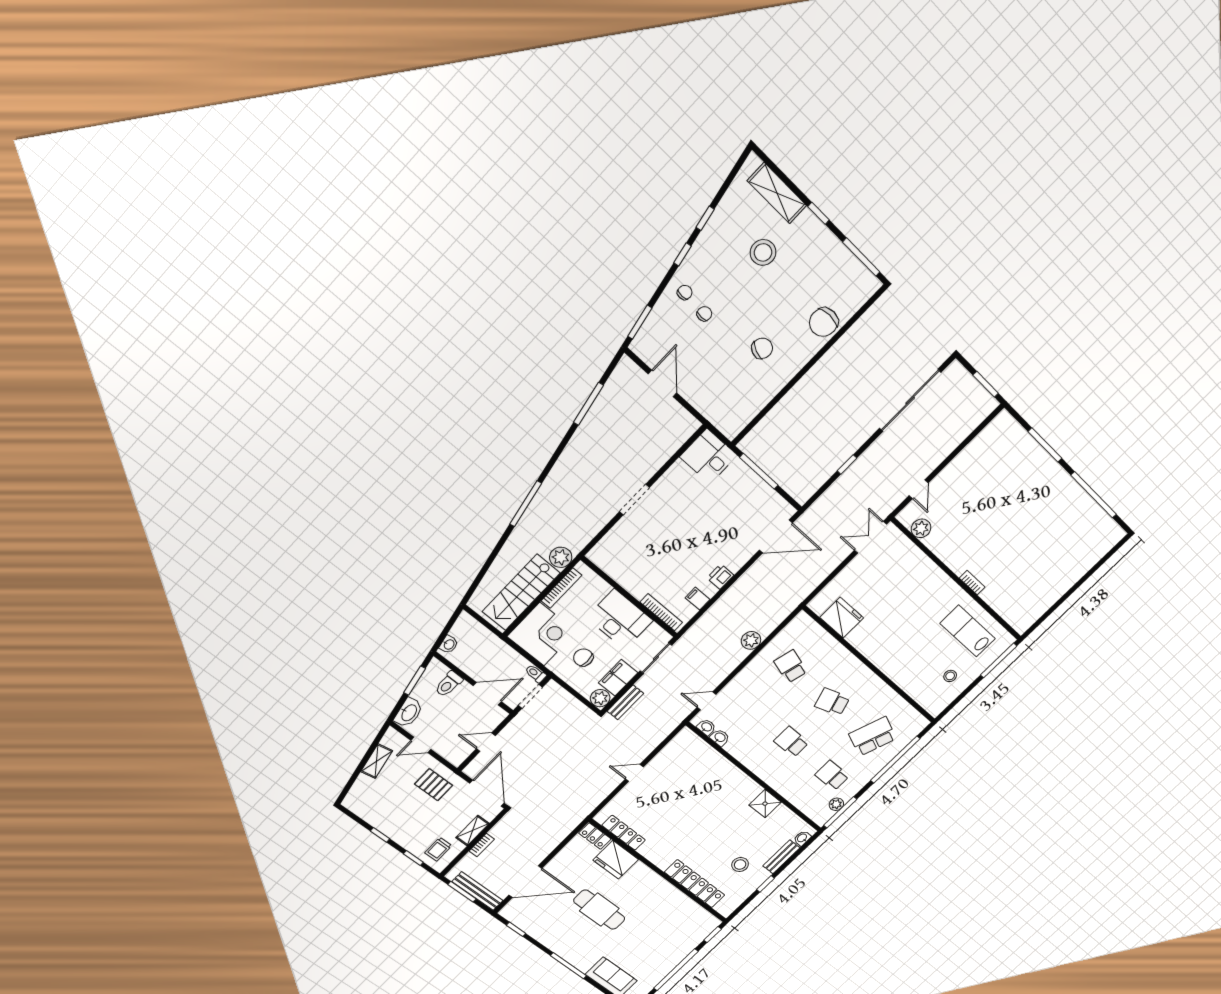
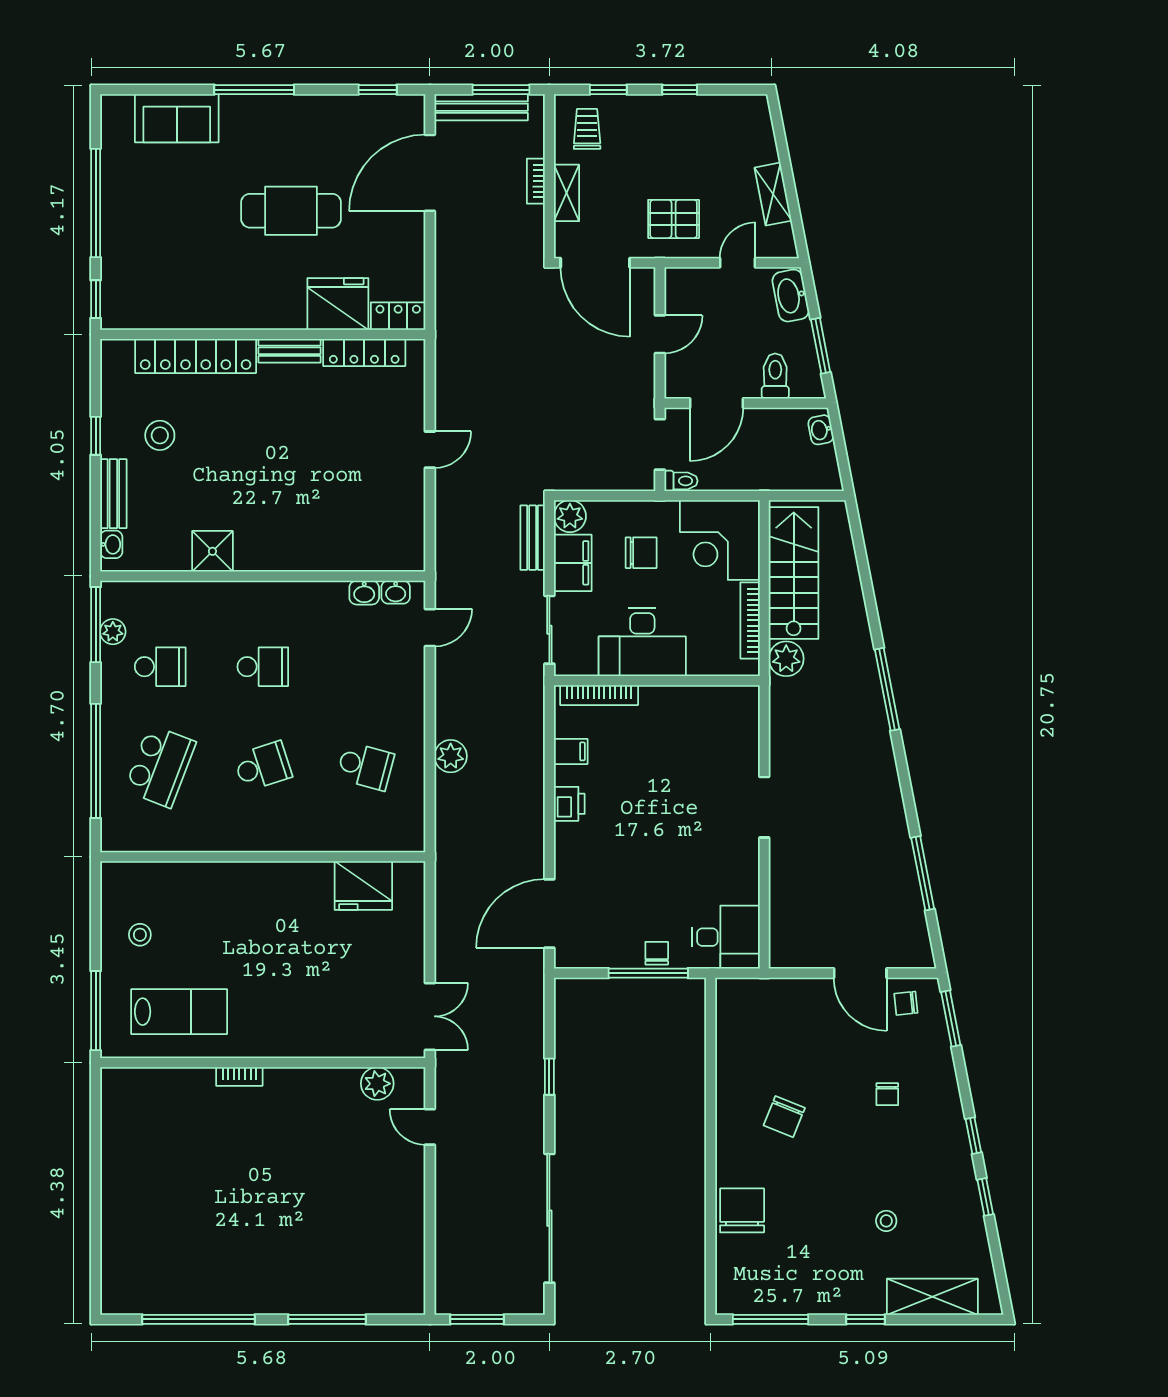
stool: (763, 252) -> (886, 1221), width x0.53, depth x0.53
chair: (685, 292) -> (906, 1003), moved, turned 84
chair: (746, 477) -> (657, 953), added
bench: (654, 857) -> (290, 351), added

